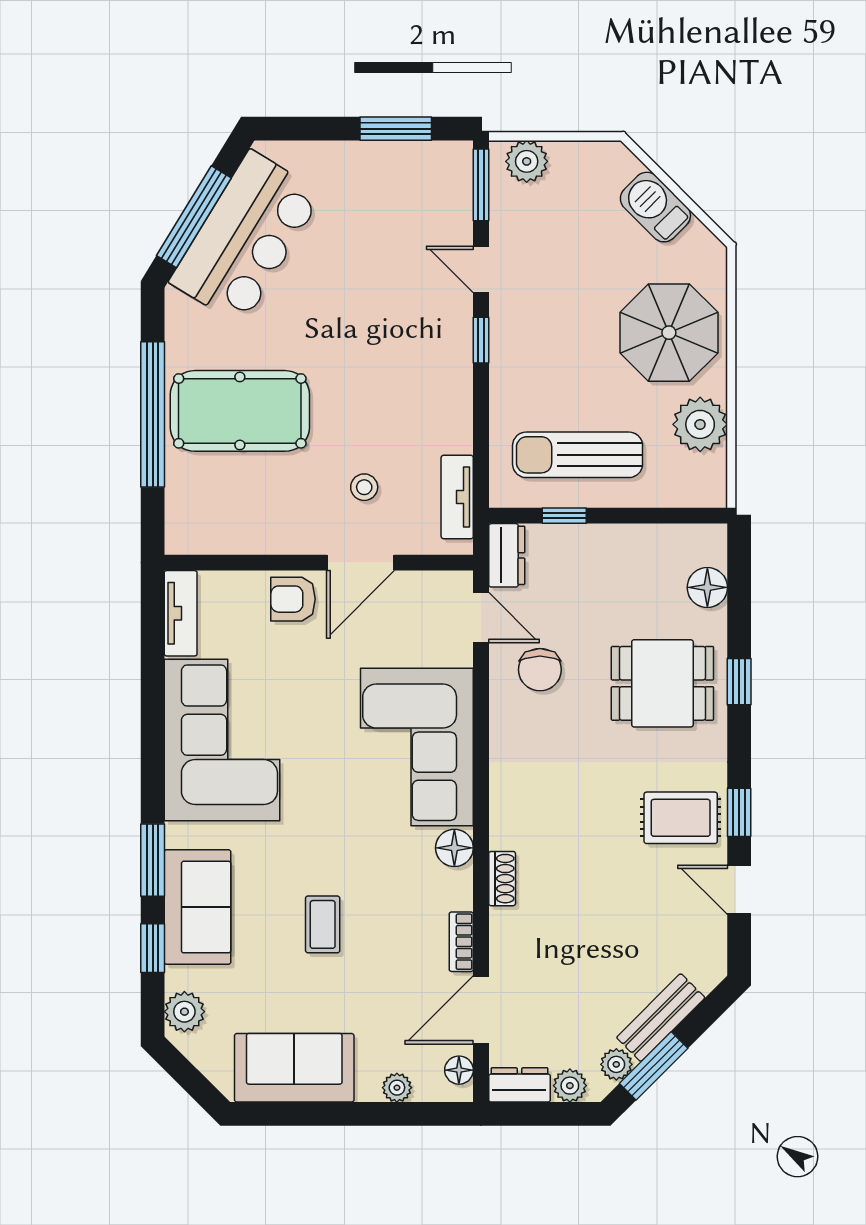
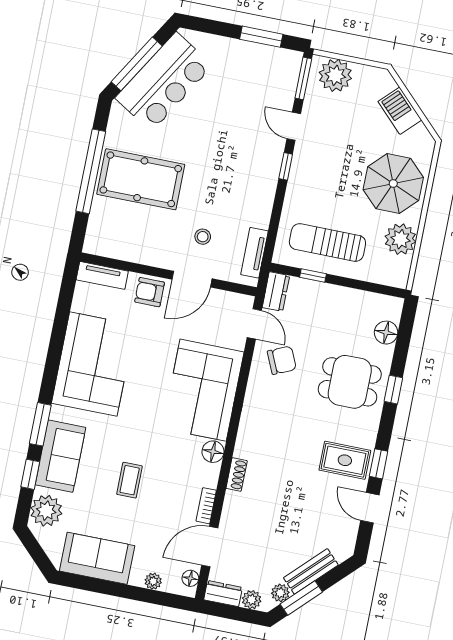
plant: (527, 161) -> (335, 75), width x1.36, depth x1.36
tv unit: (181, 613) -> (102, 275), moved, turned 90
chair: (540, 670) -> (282, 360), turned -114
plant: (184, 1012) -> (46, 511), width x1.36, depth x1.36

